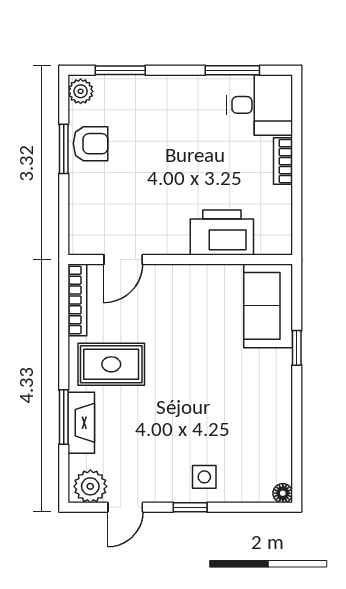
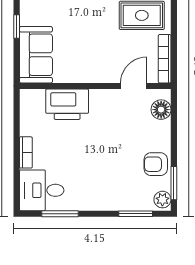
window: (64, 149) -> (174, 183), moved
floor lamp: (83, 225) -> (161, 110), added

